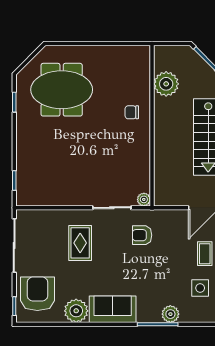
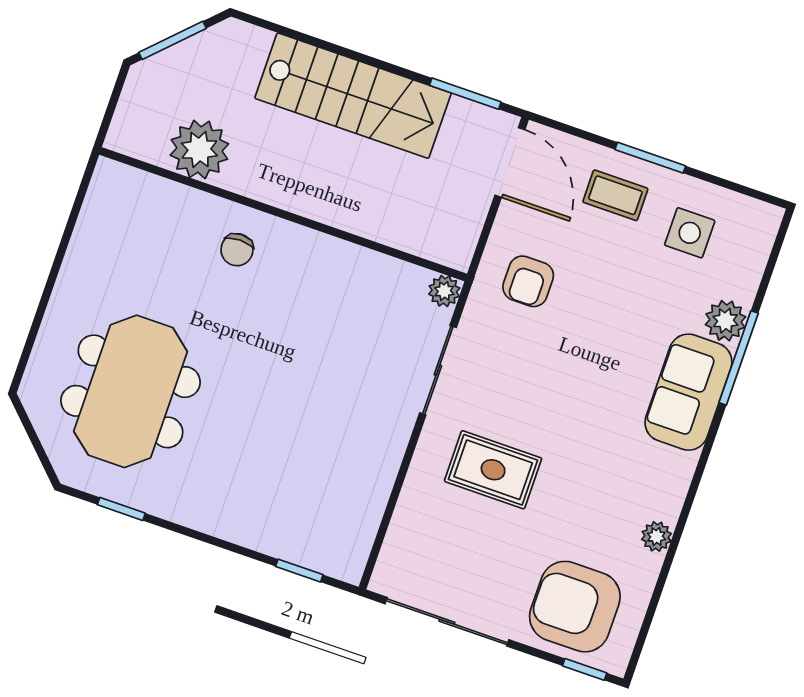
armchair: (142, 235) -> (528, 281), moved
sofa: (113, 309) -> (688, 392), moved
plant: (76, 311) -> (656, 537), width x0.53, depth x0.53

